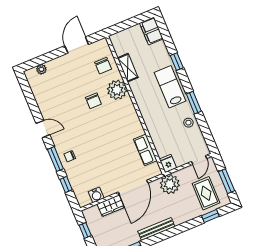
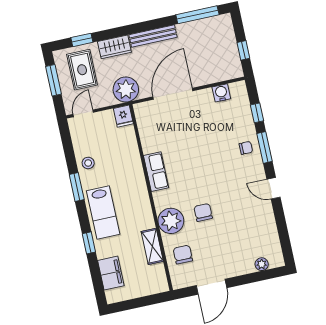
filing cabinet: (151, 31) -> (111, 273), moved
row of seats: (145, 150) -> (156, 172), moved
wardrobe: (111, 206) -> (114, 47), moved, turned 180

